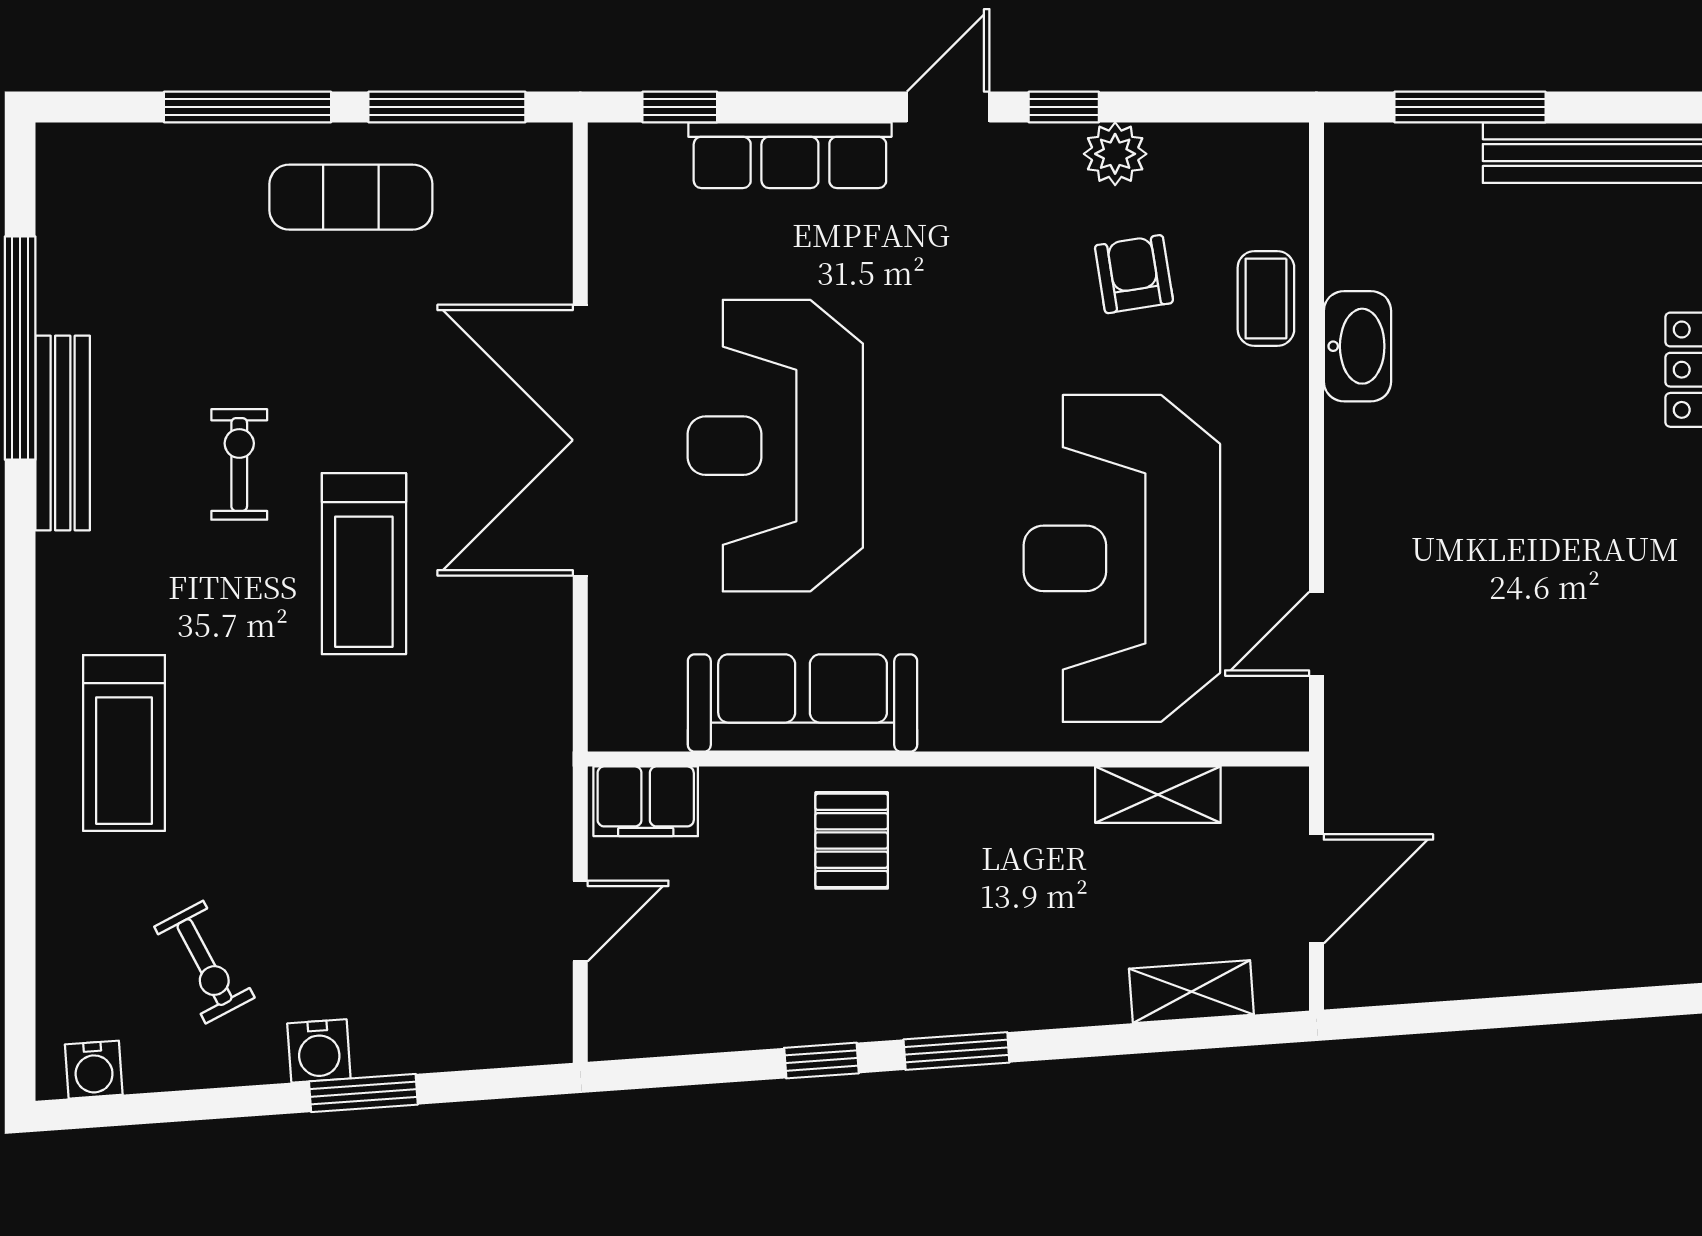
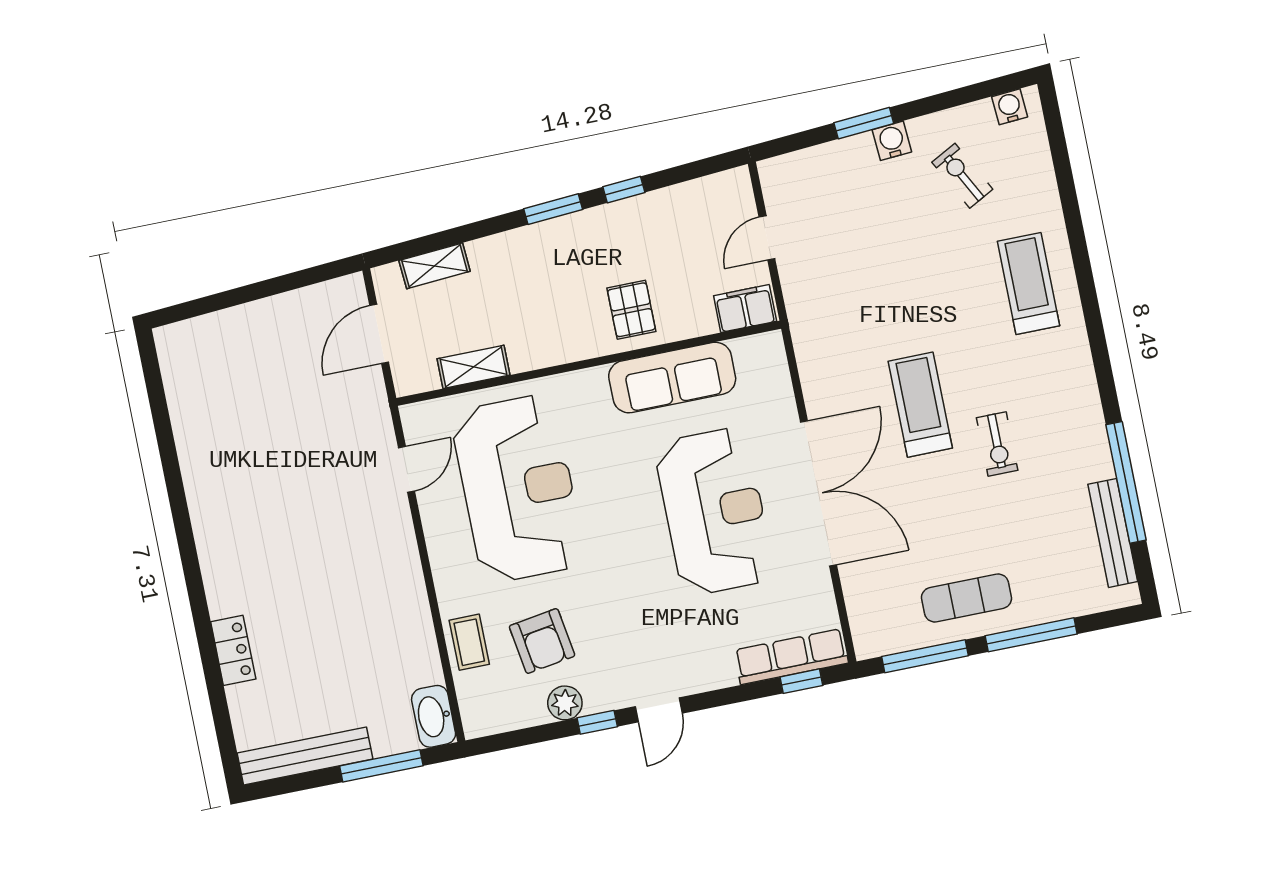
row of seats: (790, 155) -> (791, 657), moved
armchair: (1134, 274) -> (542, 641), width x1.38, depth x1.38
washbasin: (1357, 346) -> (434, 716), moved
bench: (63, 433) -> (1113, 533), moved

